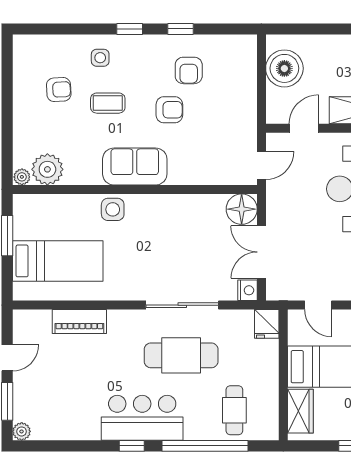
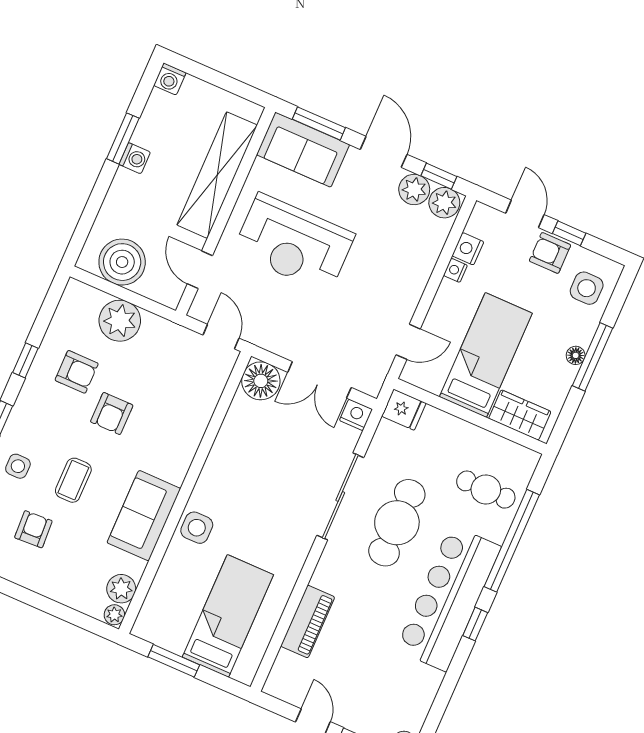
plant: (240, 86) -> (120, 321), added
armchair: (169, 110) -> (112, 414), turned 180
sofa: (135, 167) -> (144, 516), moved
plant: (47, 169) -> (121, 589), width x0.73, depth x0.73
bar counter: (142, 418) -> (448, 598), width x1.36

